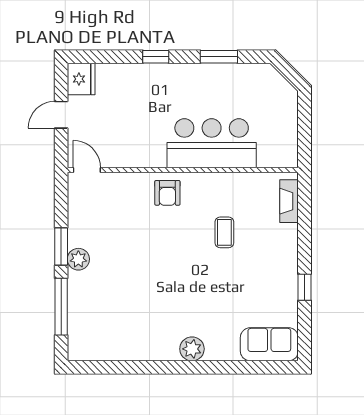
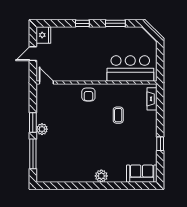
bar counter: (212, 143) -> (130, 69), moved

